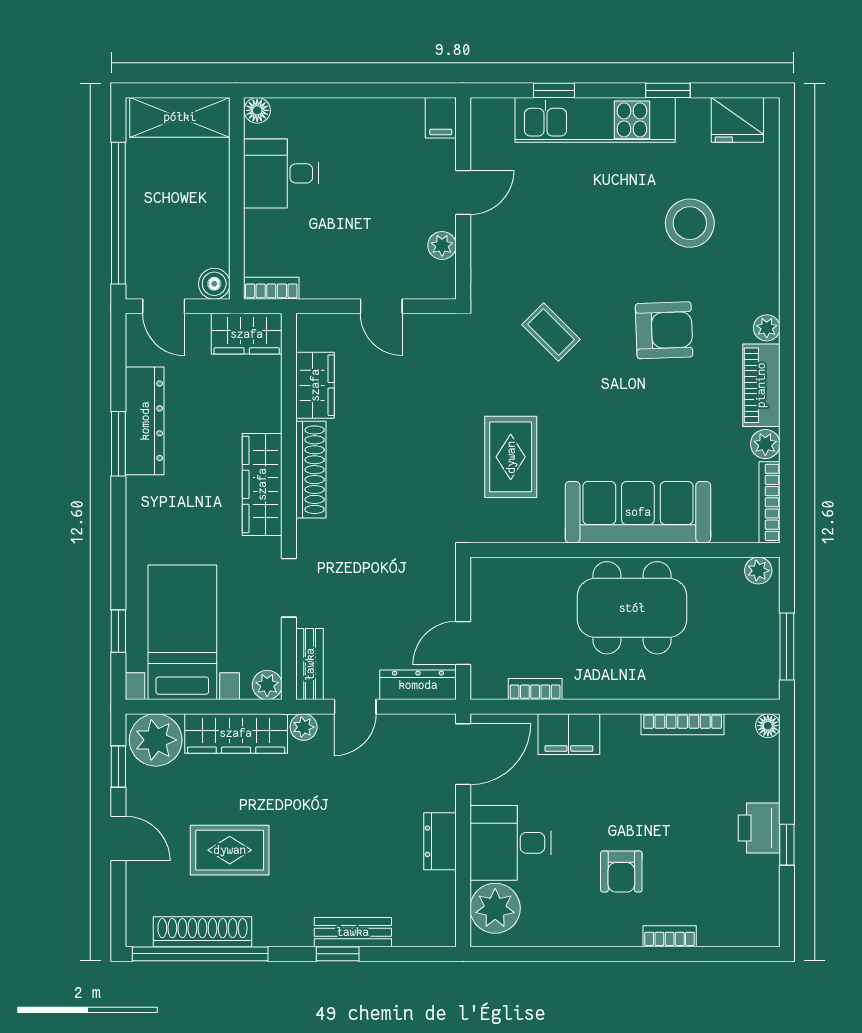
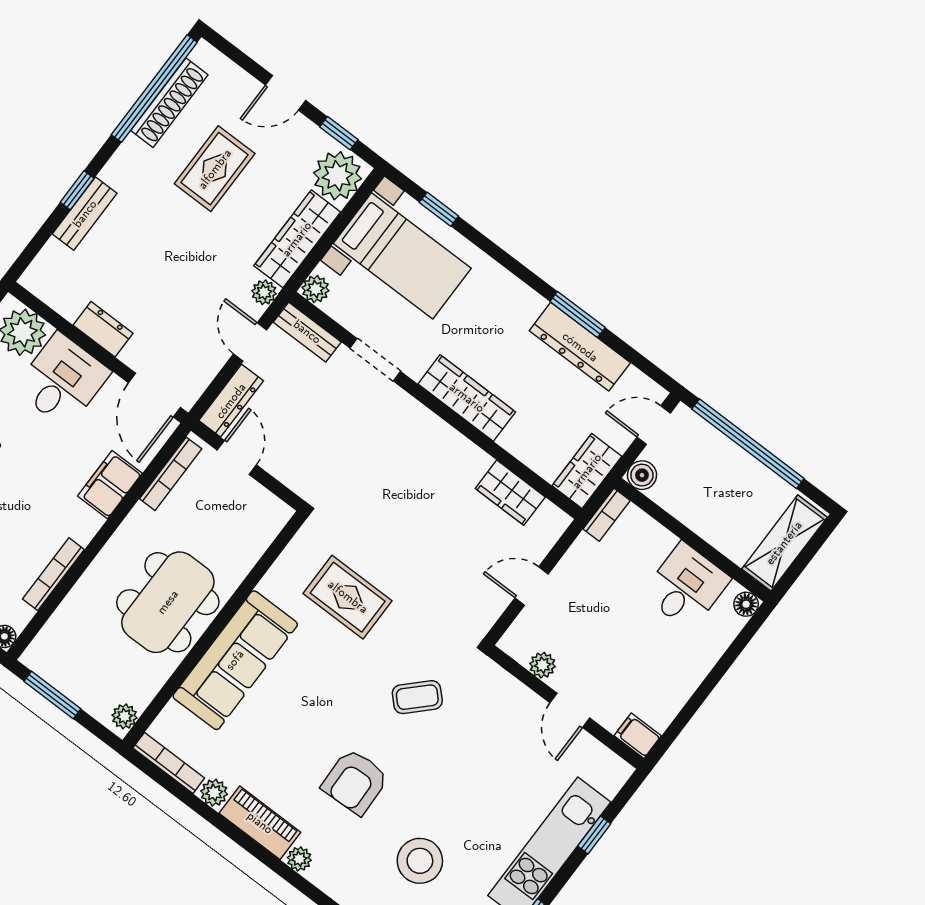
shoe rack: (311, 470) -> (450, 442), removed
bookcase: (535, 689) -> (171, 474), width x1.56

